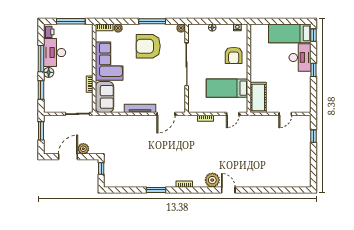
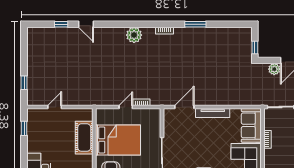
window: (313, 70) -> (24, 128), moved
bed: (227, 88) -> (118, 140), width x1.50
cot: (258, 97) -> (84, 138), moved
door: (233, 114) -> (126, 107), moved
door: (228, 190) -> (86, 24), moved
window: (279, 190) -> (61, 24), added

